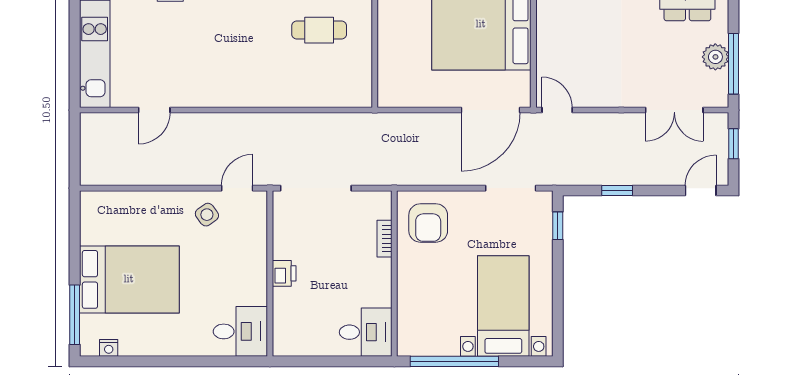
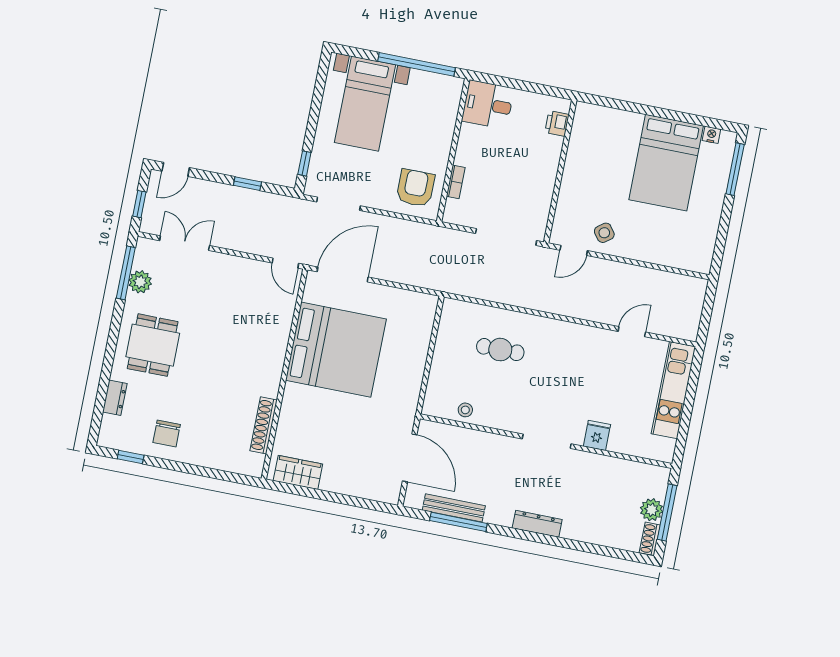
cafe table: (319, 30) -> (500, 350), moved
printer: (284, 273) -> (557, 123), moved
bed: (129, 279) -> (666, 163), moved, turned -90
desk: (240, 331) -> (595, 127), removed

